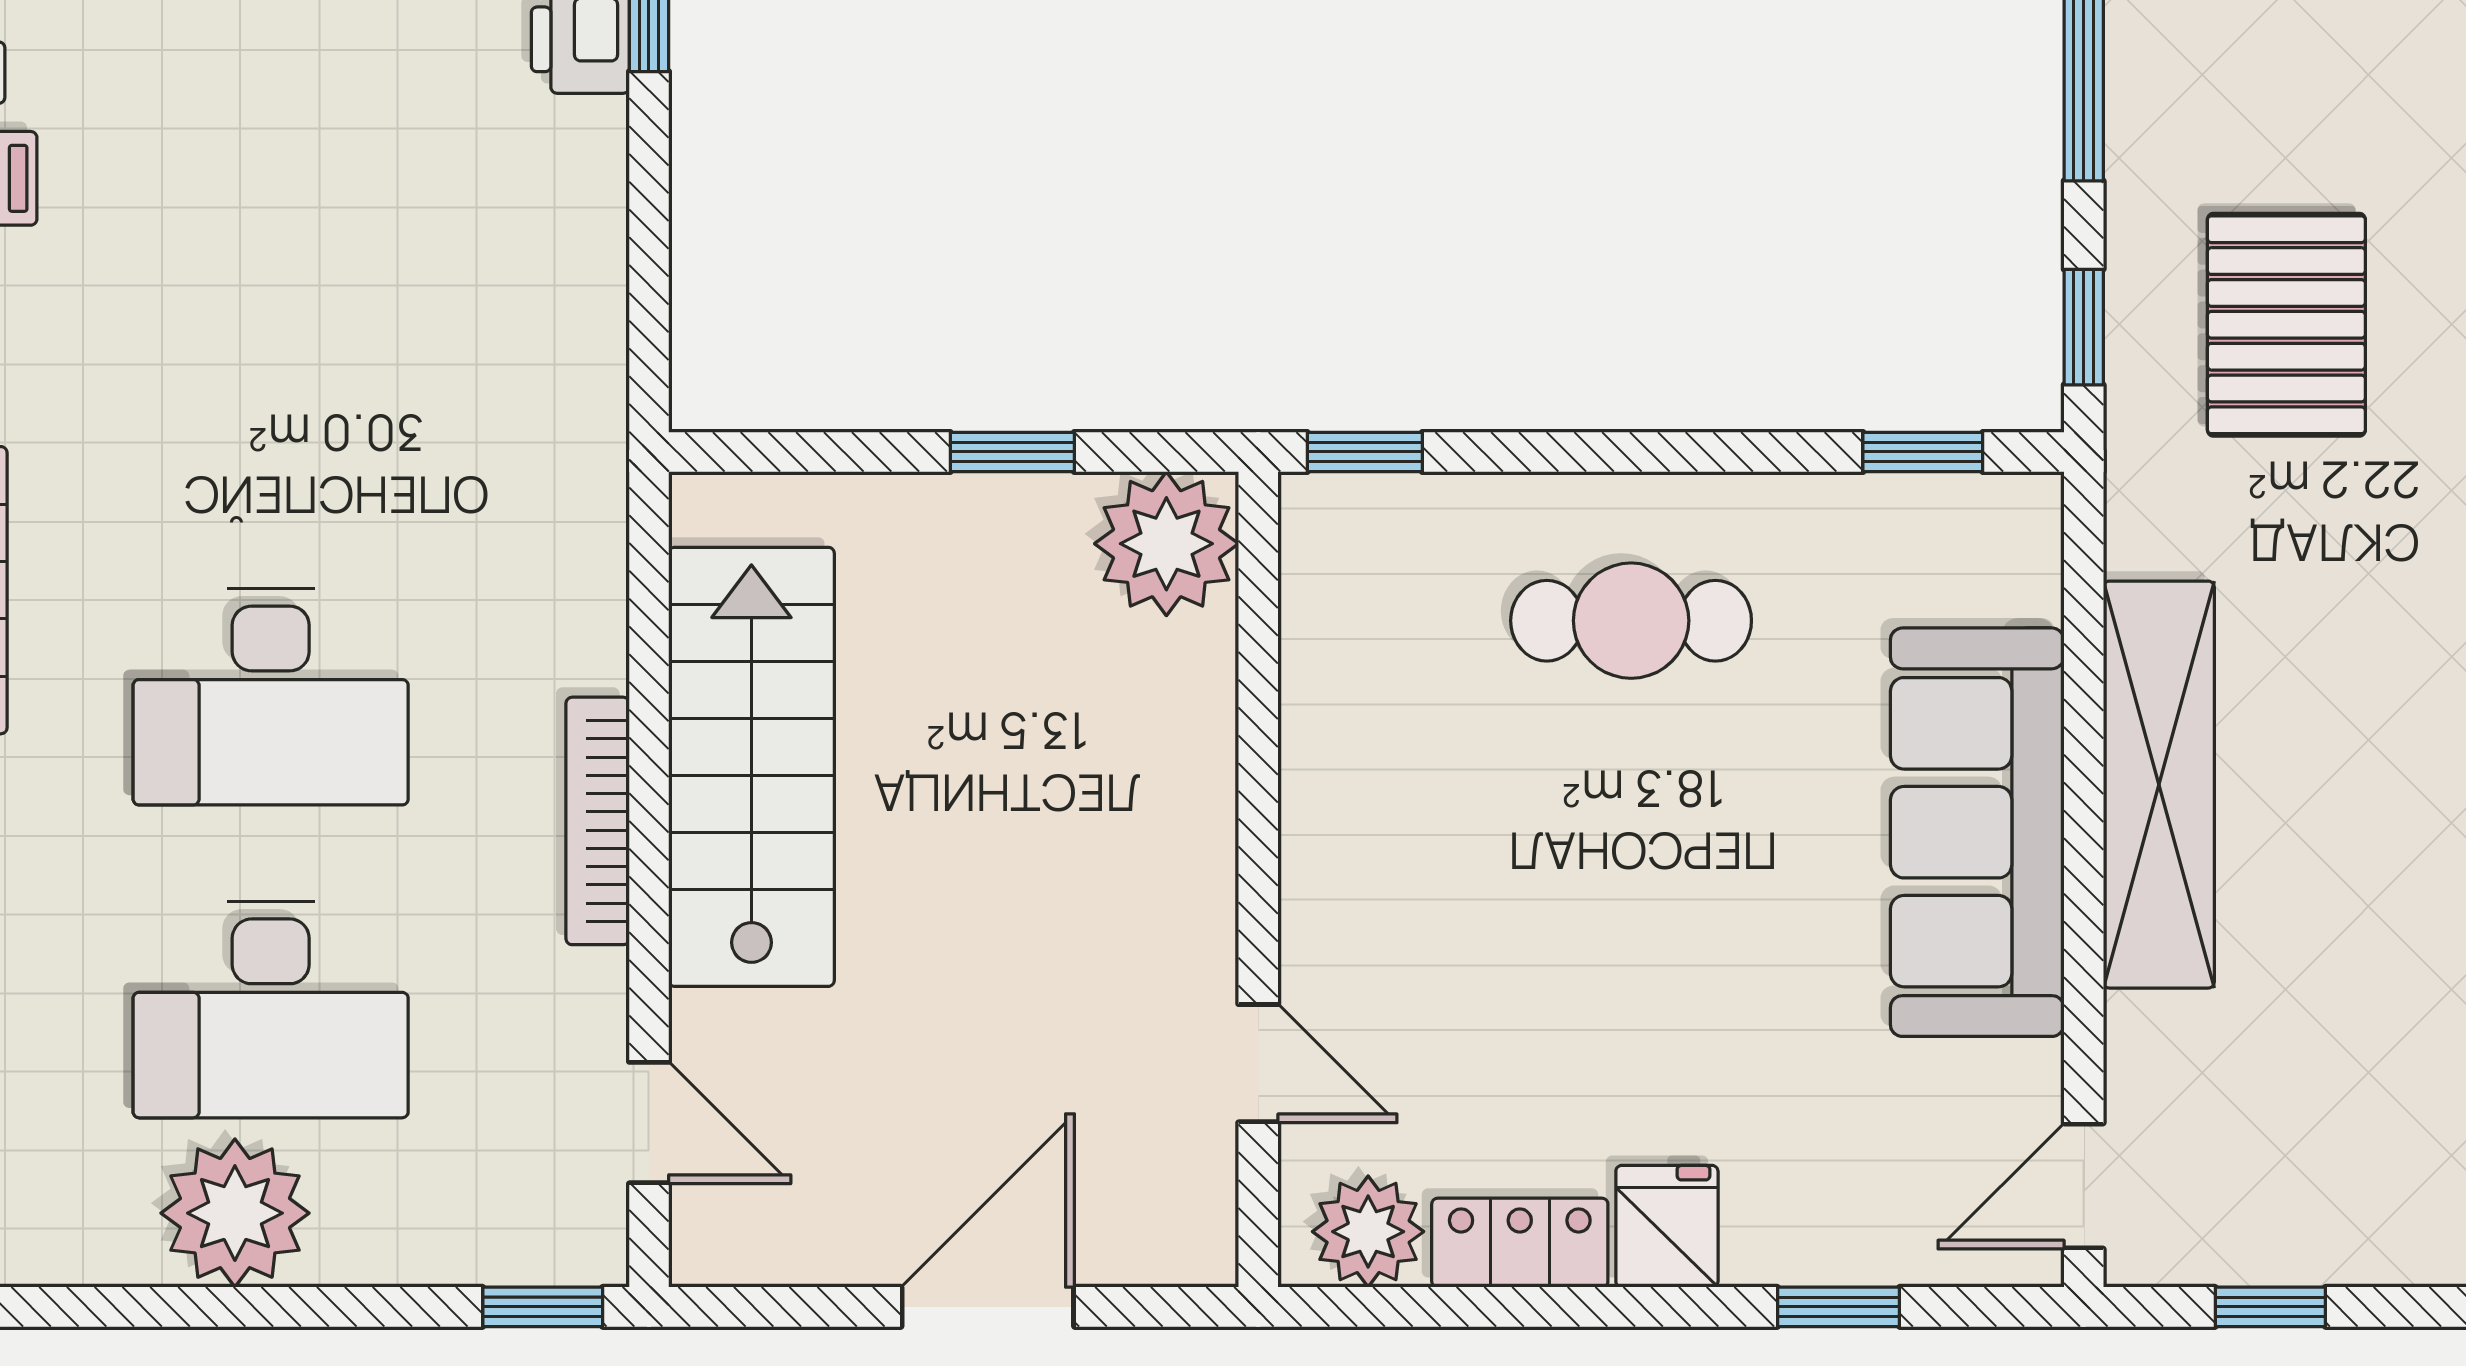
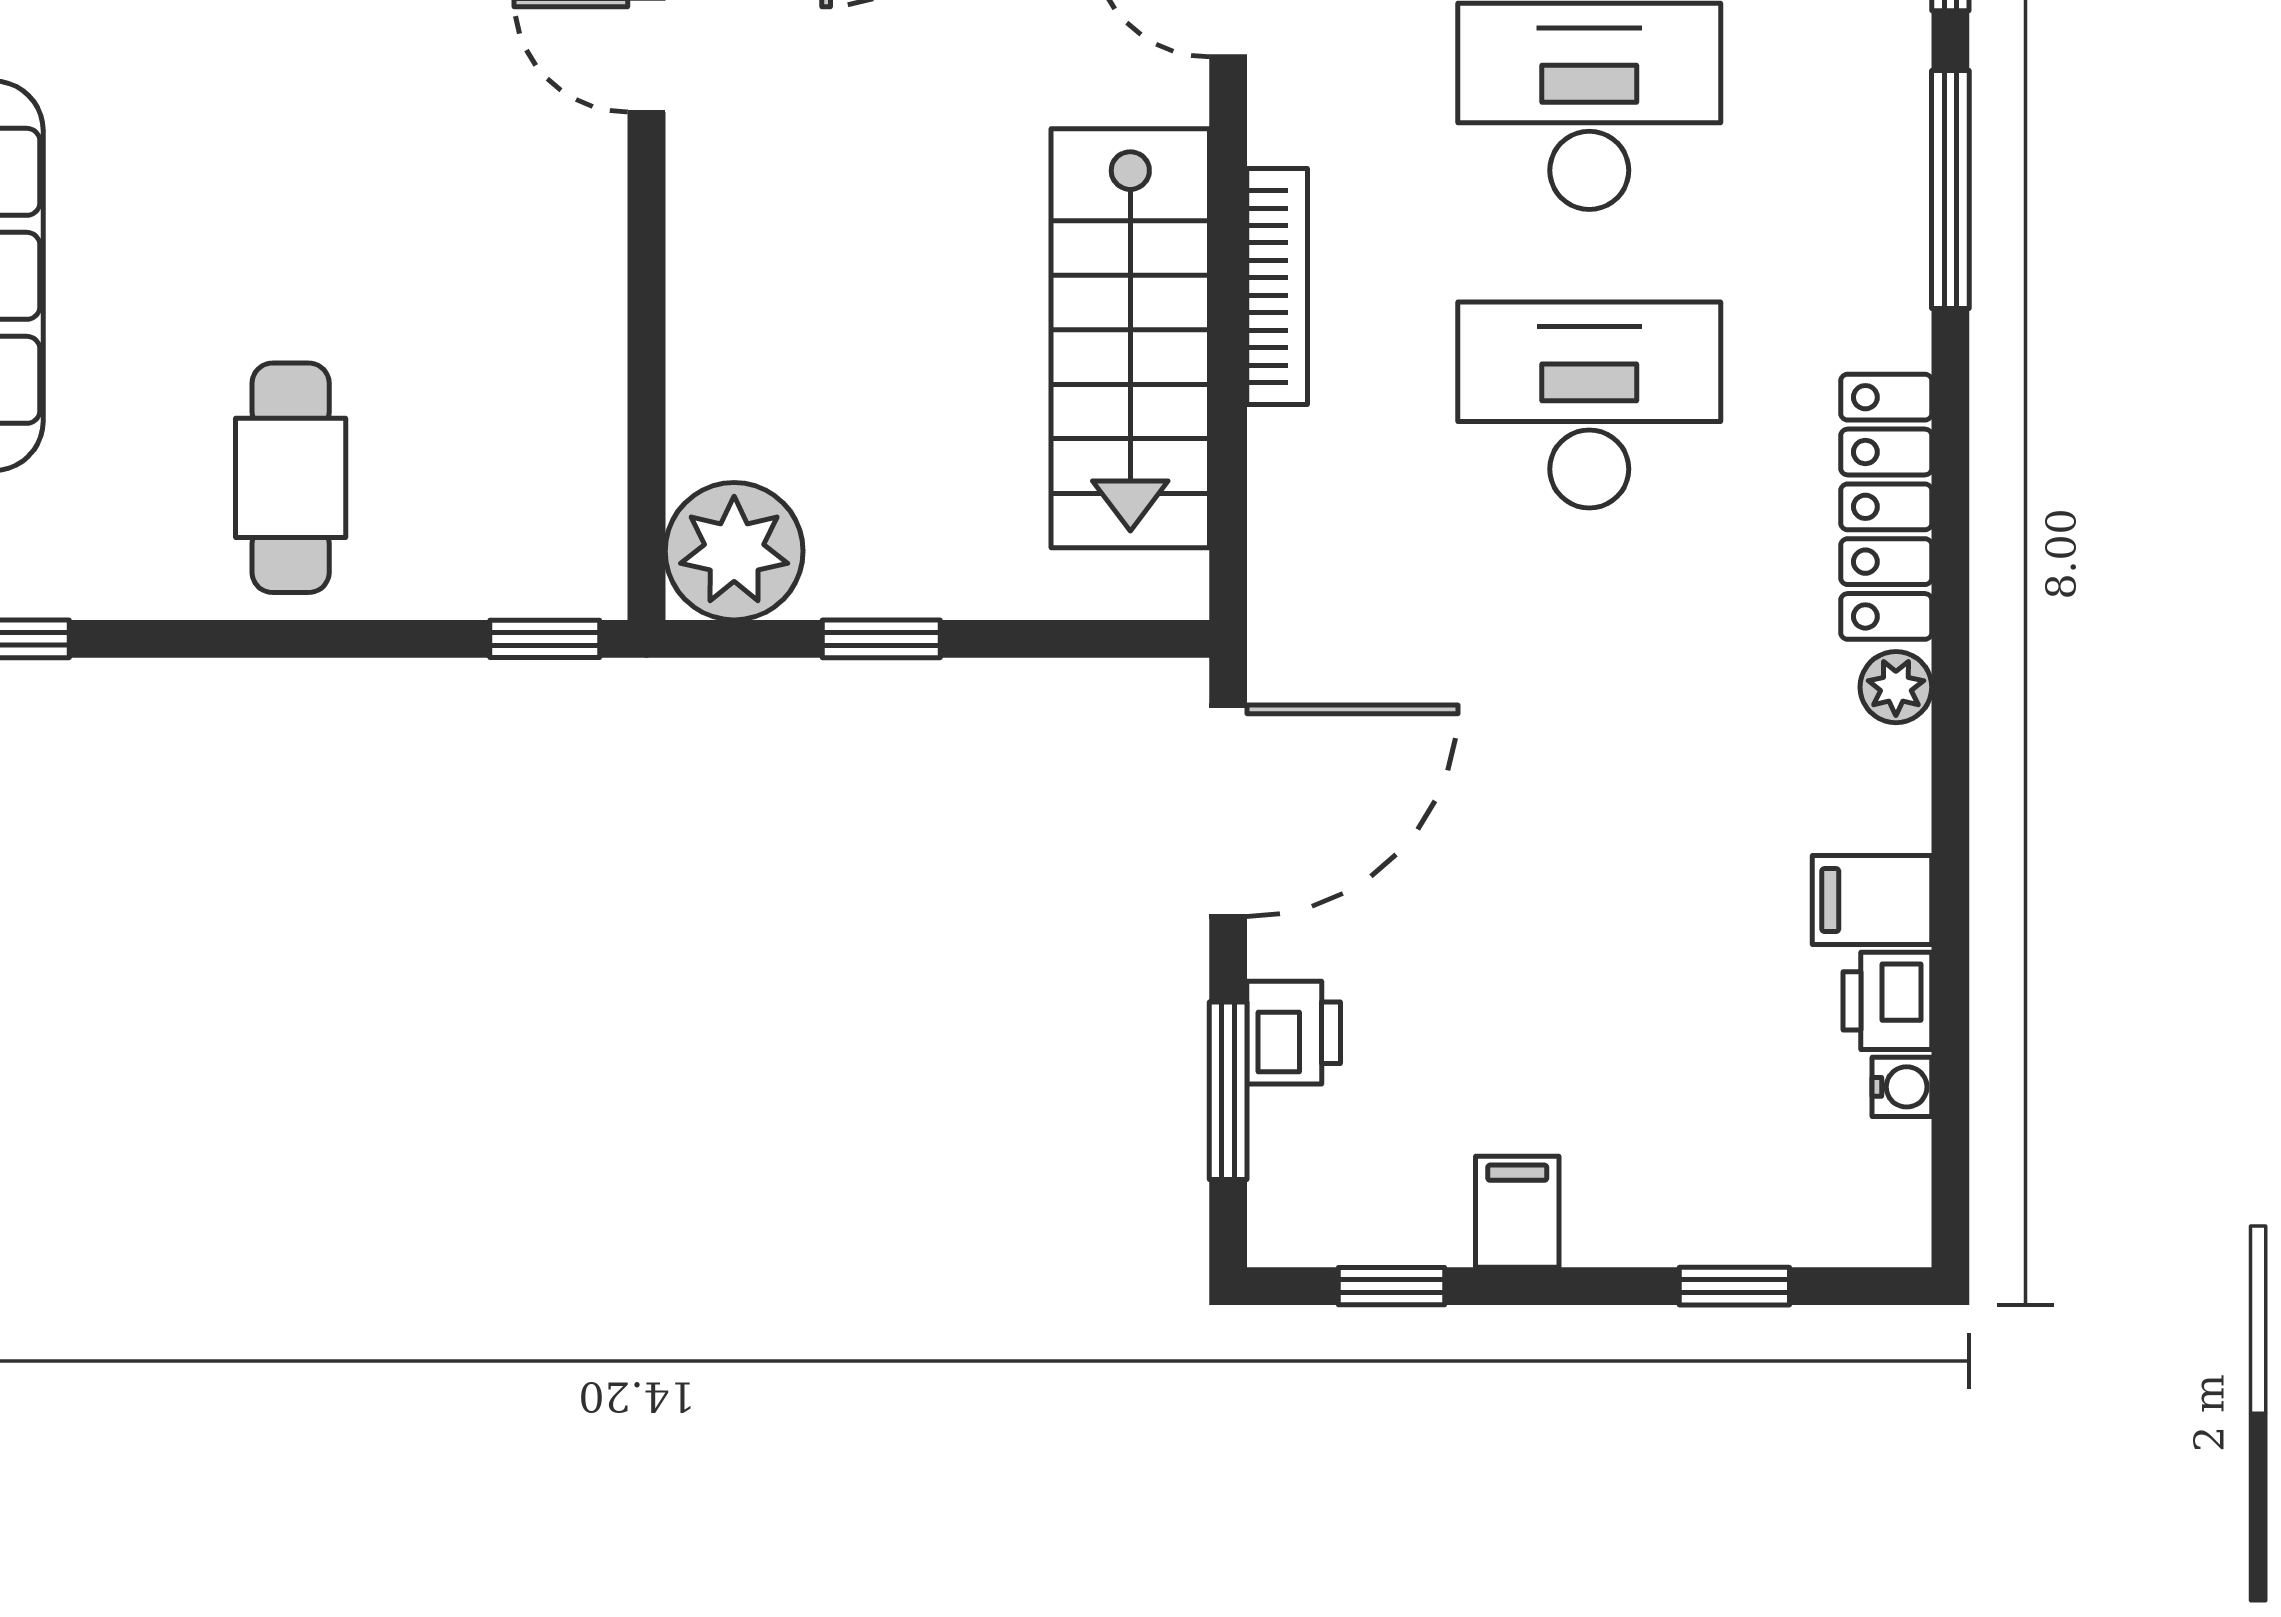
door: (649, 272) -> (1228, 811), added
cafe table: (1631, 621) -> (291, 478), turned 90

